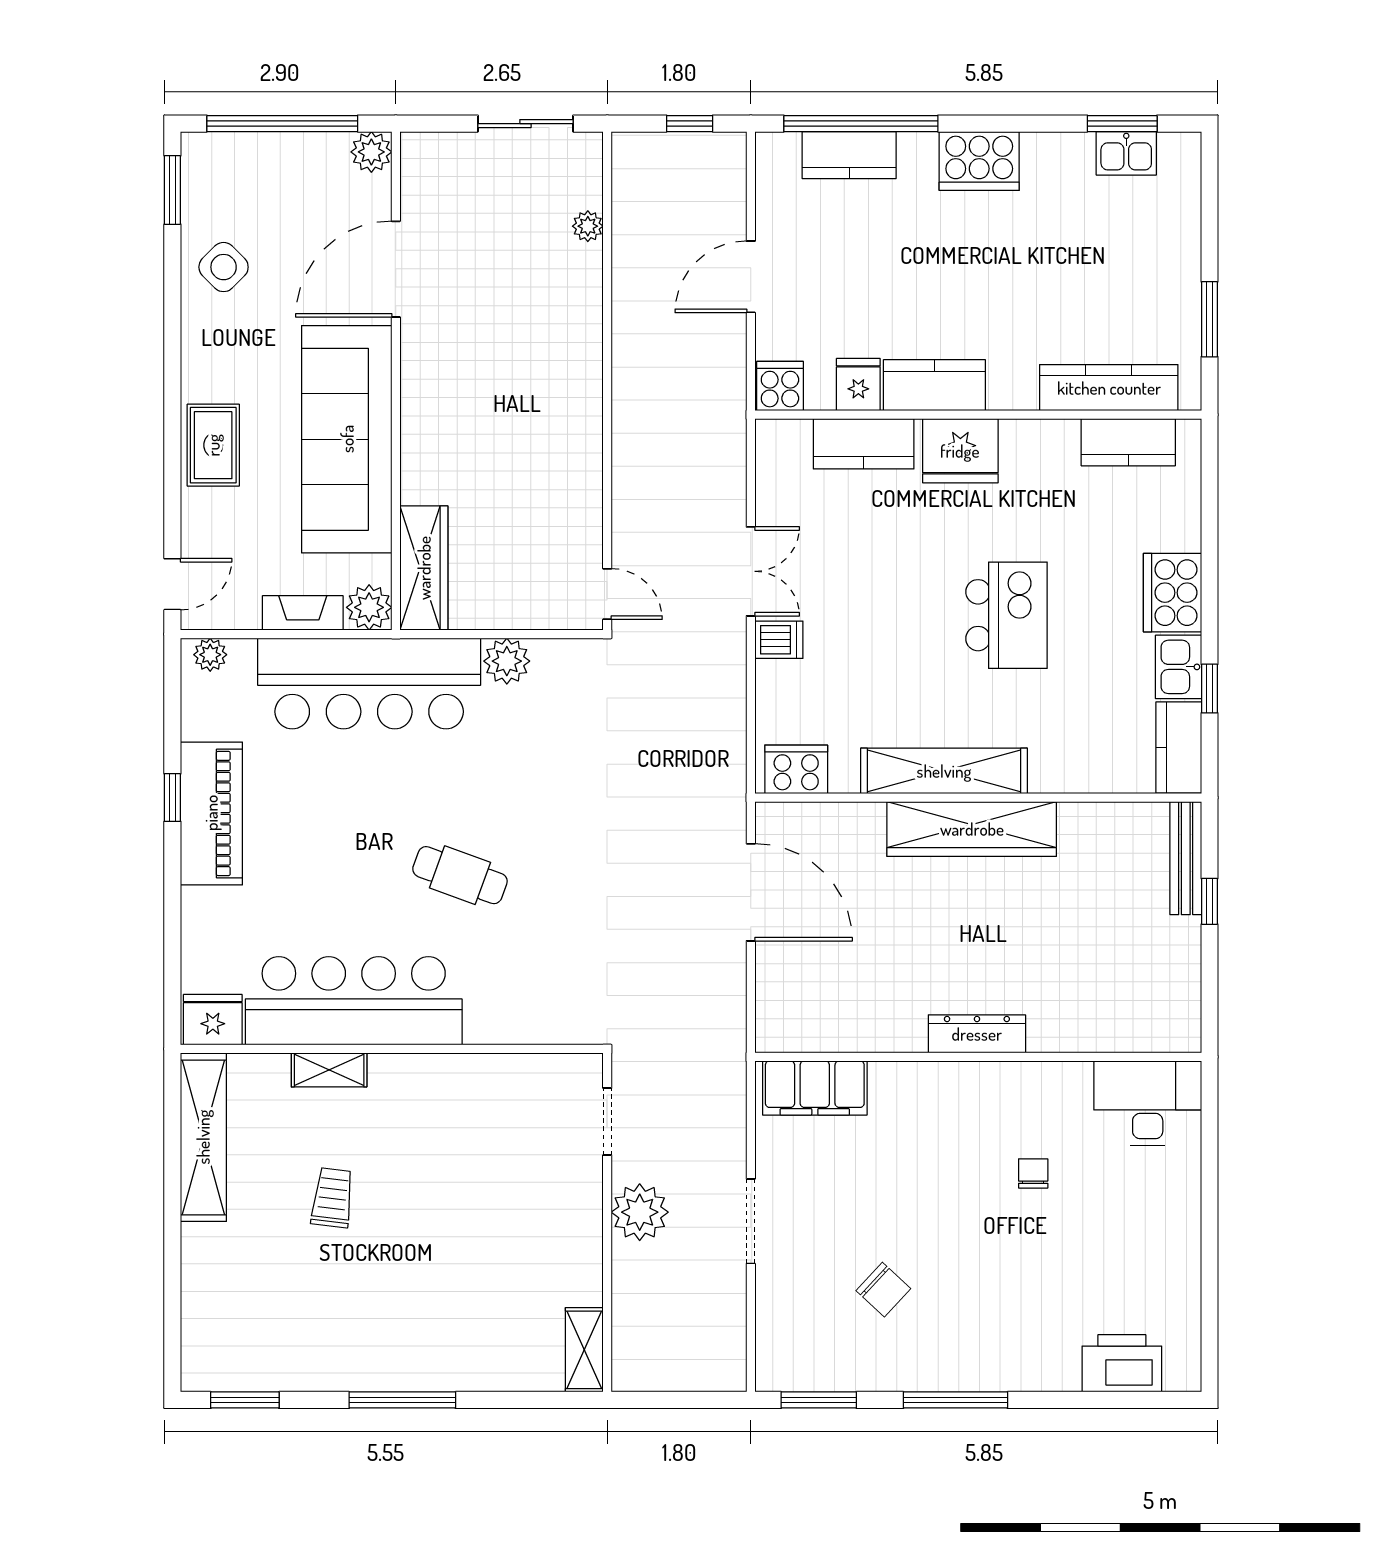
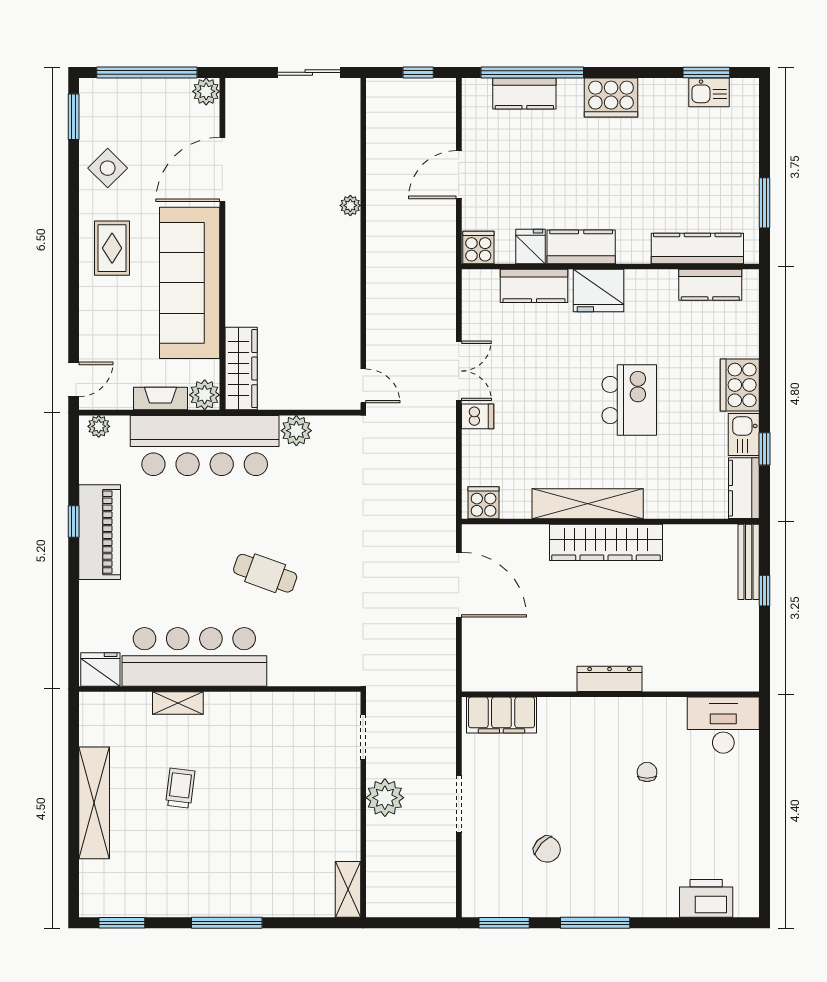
plant: (588, 226) -> (350, 205), moved
rug: (213, 445) -> (112, 248), moved
cooker: (796, 769) -> (484, 503), width x0.73
shelving: (203, 1137) -> (94, 803), moved

